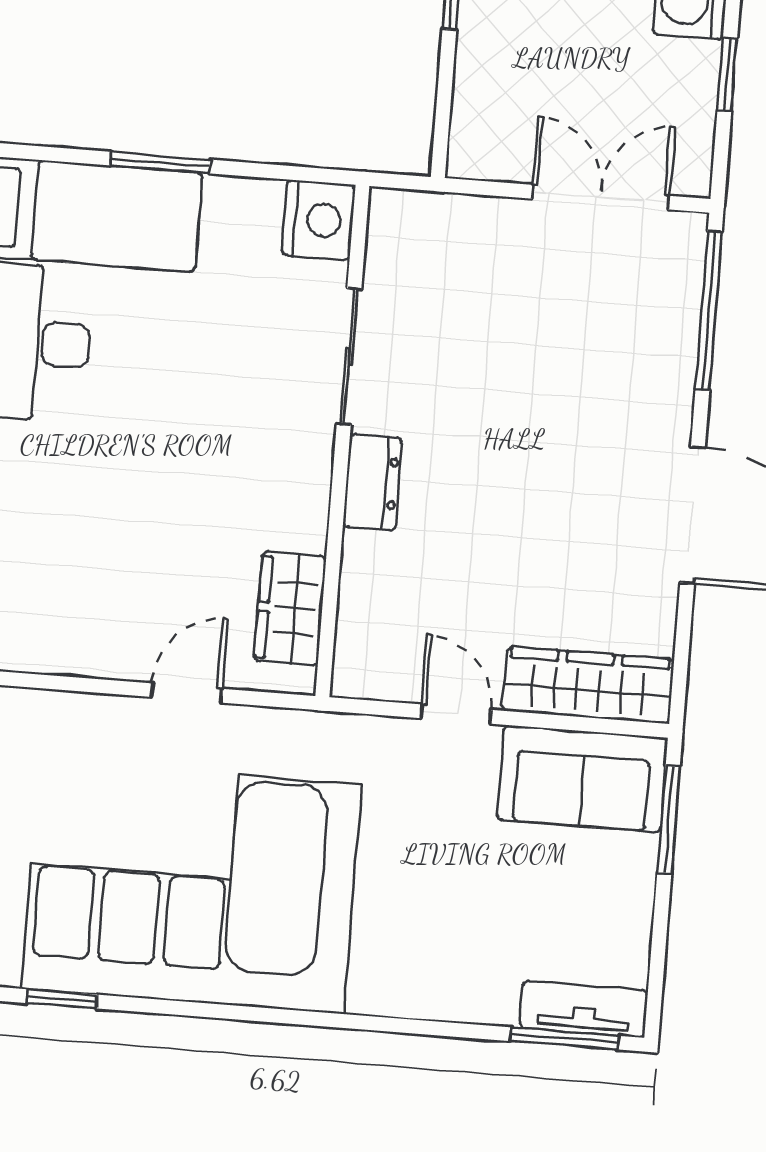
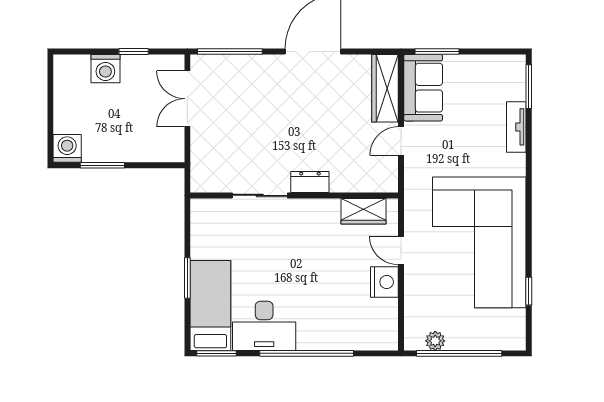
nightstand: (319, 220) -> (384, 282), moved, turned 90
tv unit: (584, 1009) -> (516, 127), moved

